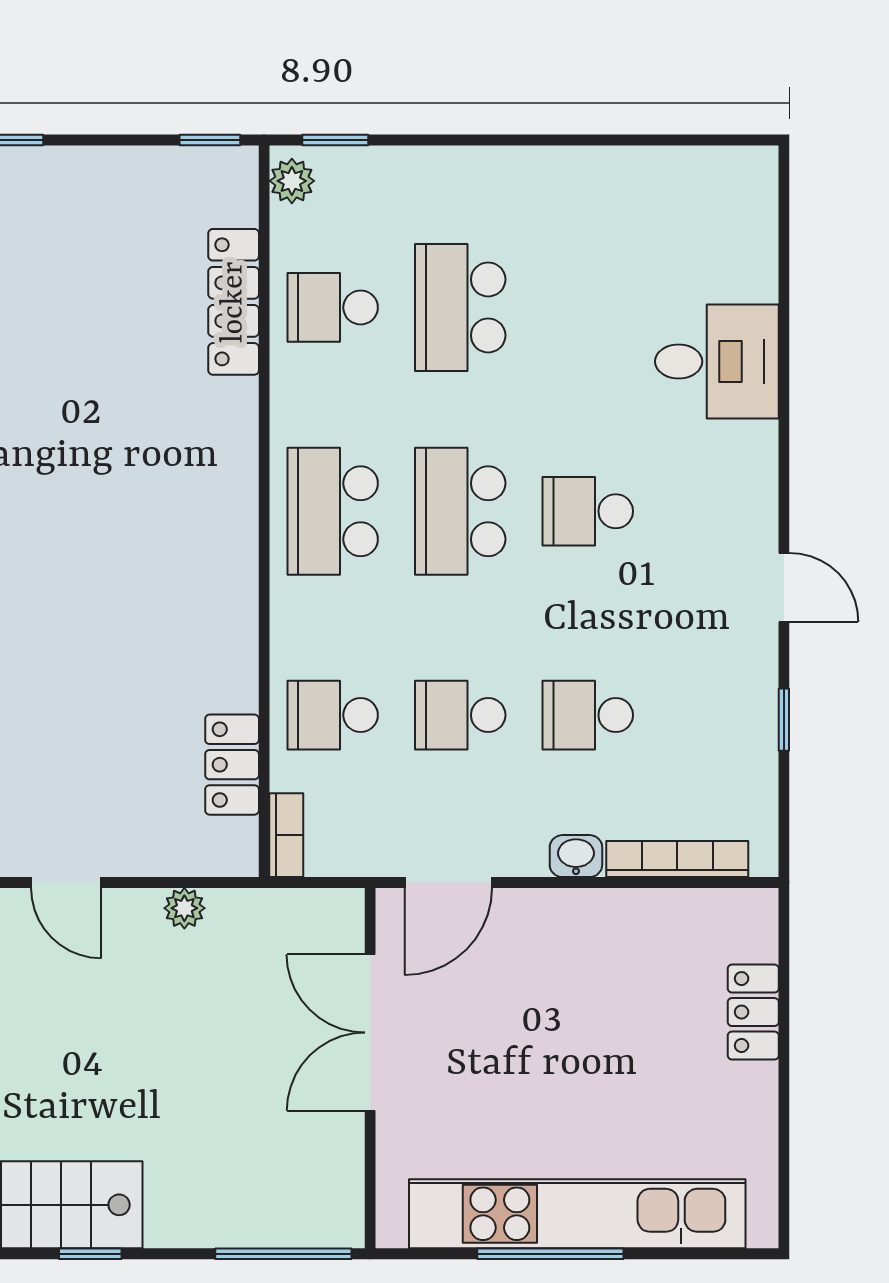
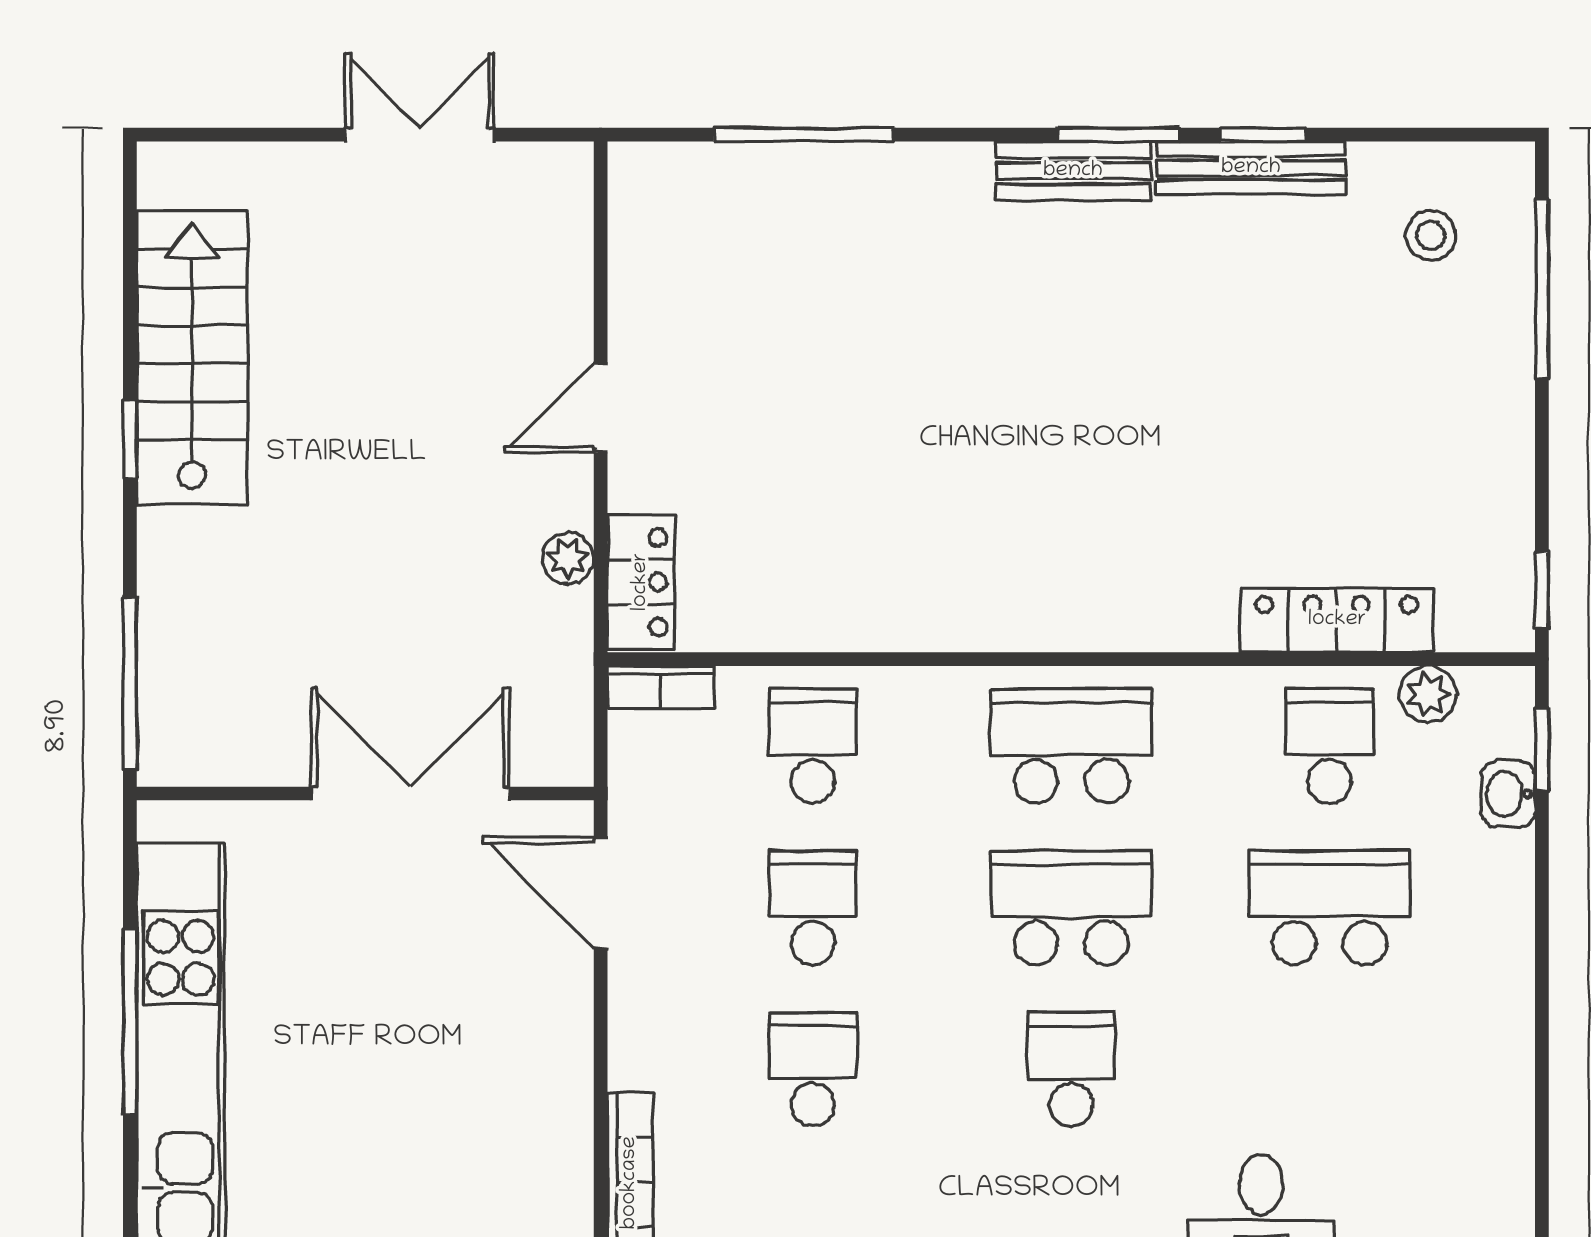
plant: (292, 181) -> (1428, 694), moved
locker: (232, 765) -> (641, 582), moved, turned 90
washbasin: (576, 856) -> (1508, 794), moved, turned 180

